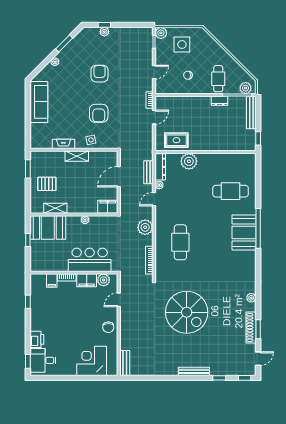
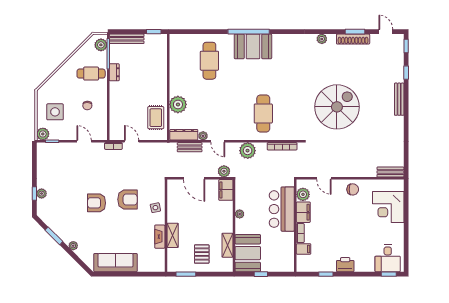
armchair: (100, 74) -> (97, 203), moved
shelving: (77, 156) -> (173, 235), moved
plant: (126, 205) -> (224, 171), added
cafe table: (180, 242) -> (263, 113), turned 90
printer: (37, 339) -> (345, 265), moved

